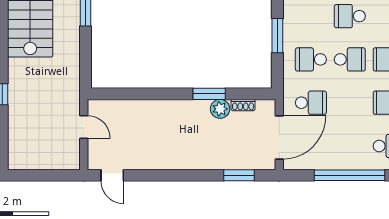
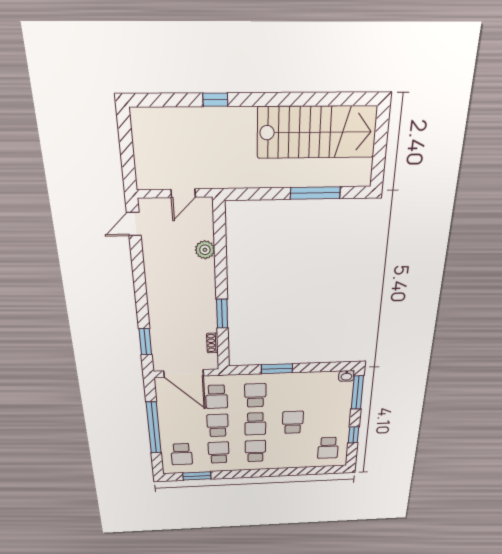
school desk: (350, 103) -> (218, 425), added
plant: (220, 109) -> (205, 250), moved

